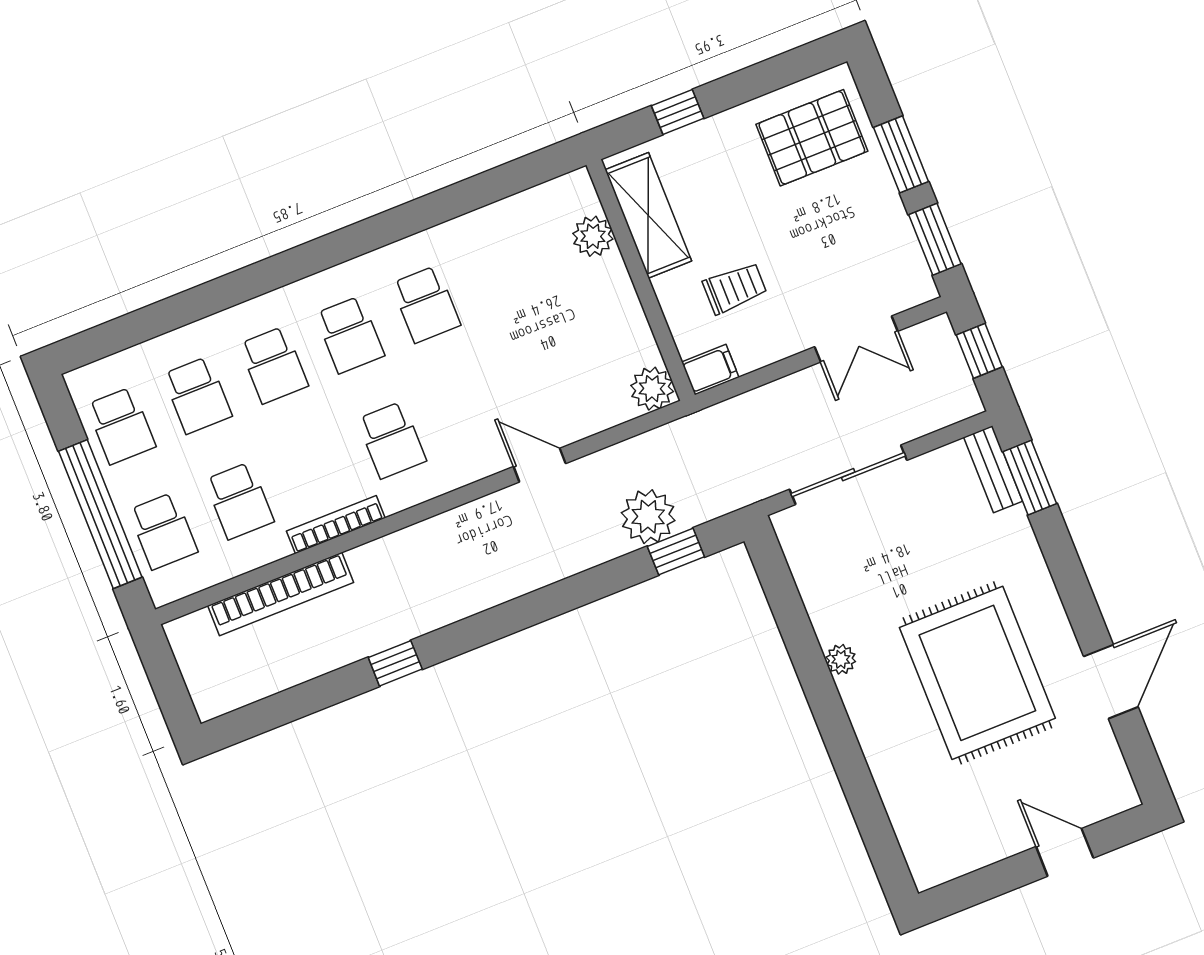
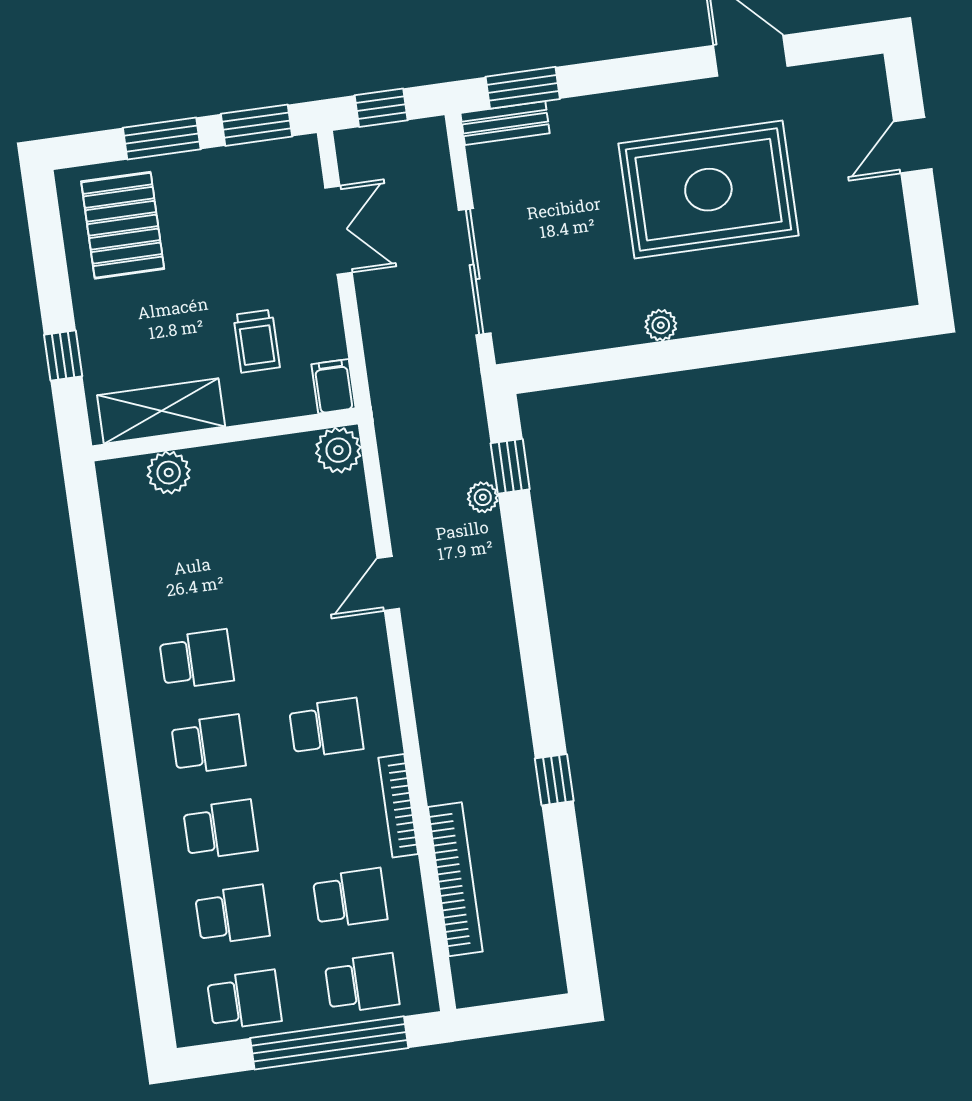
trolley: (735, 288) -> (257, 341), turned 180
plant: (648, 517) -> (483, 497), width x0.53, depth x0.53

